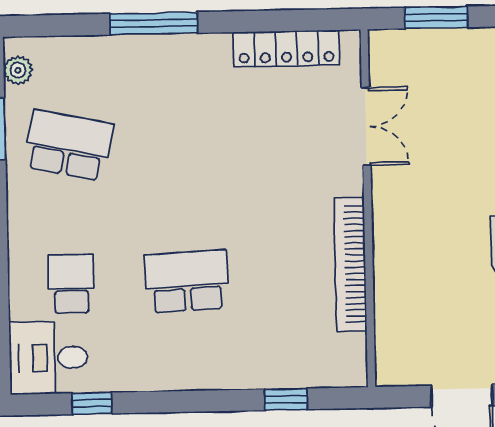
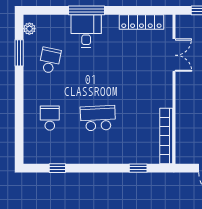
school desk: (68, 145) -> (50, 60), width x0.54
bookcase: (350, 264) -> (166, 136), moved
desk: (49, 358) -> (86, 31), moved, turned 90

